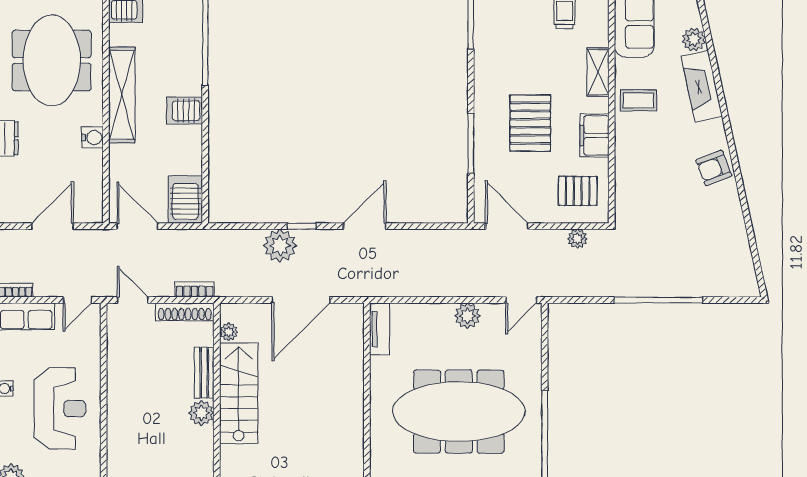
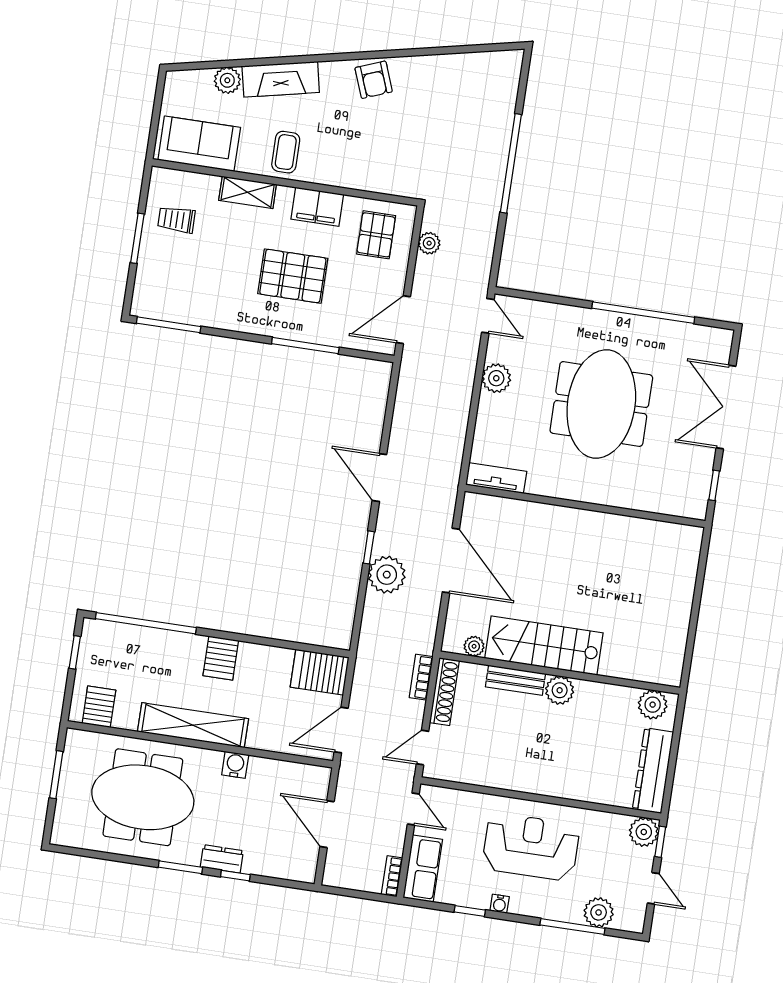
meeting table: (459, 412) -> (601, 404), width x0.73

